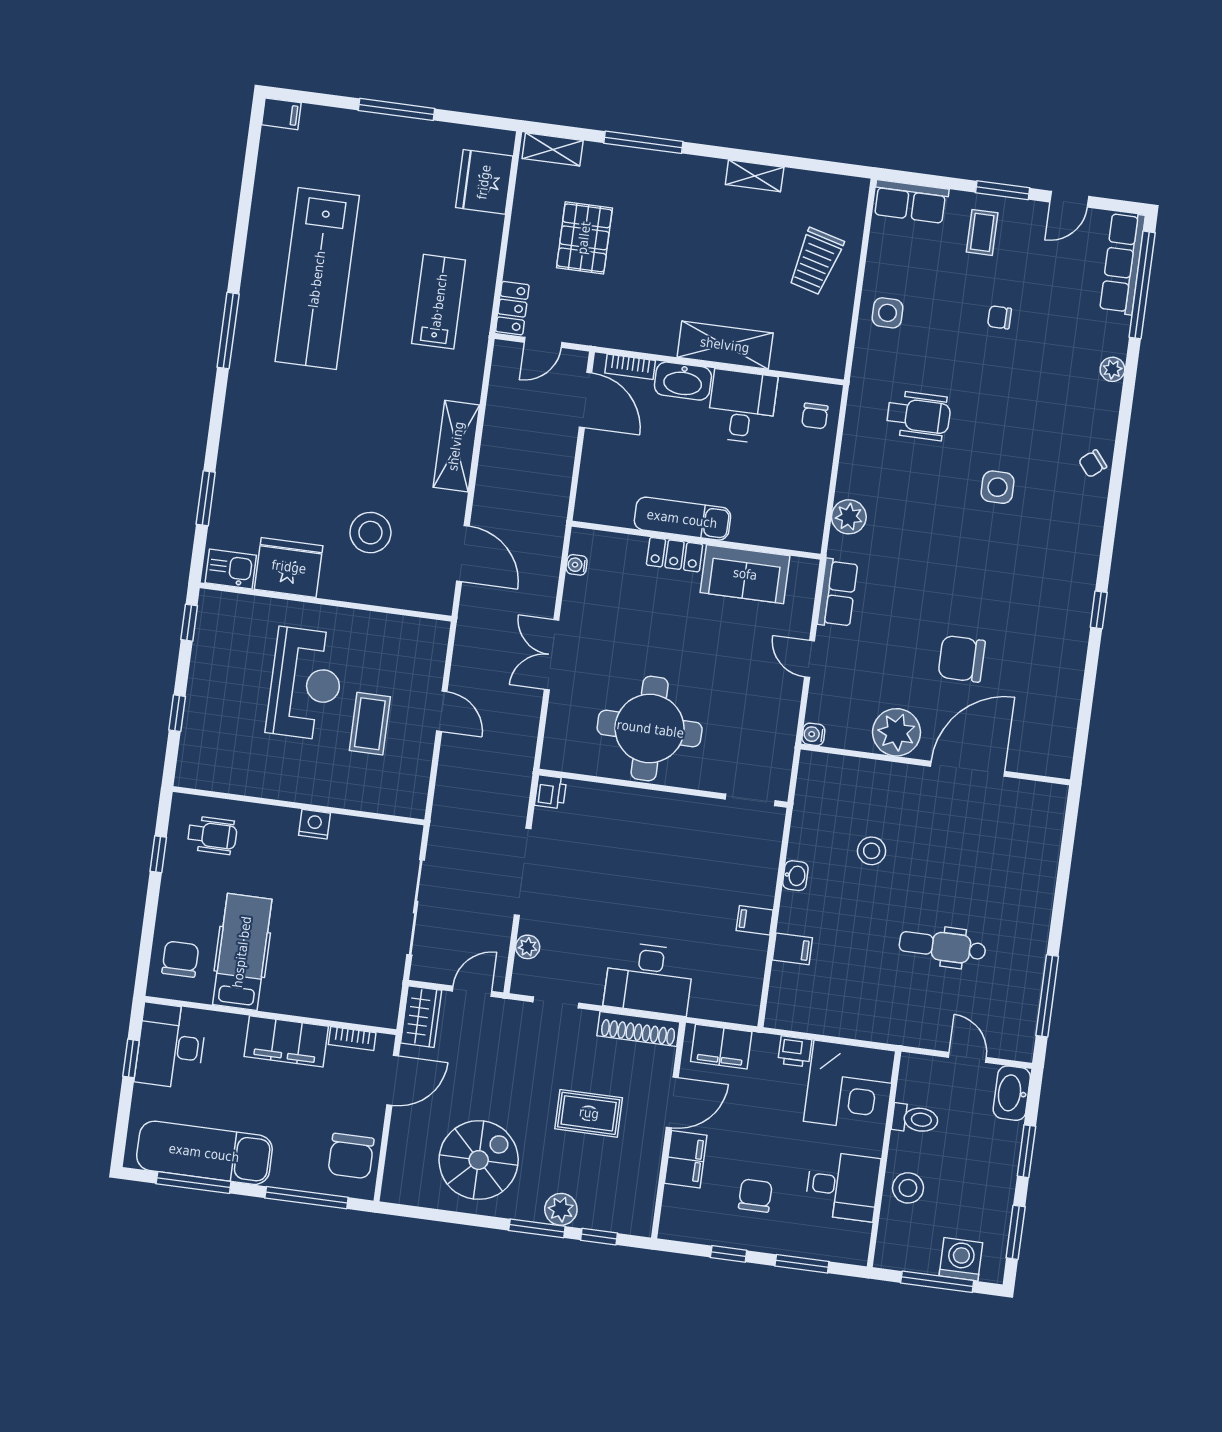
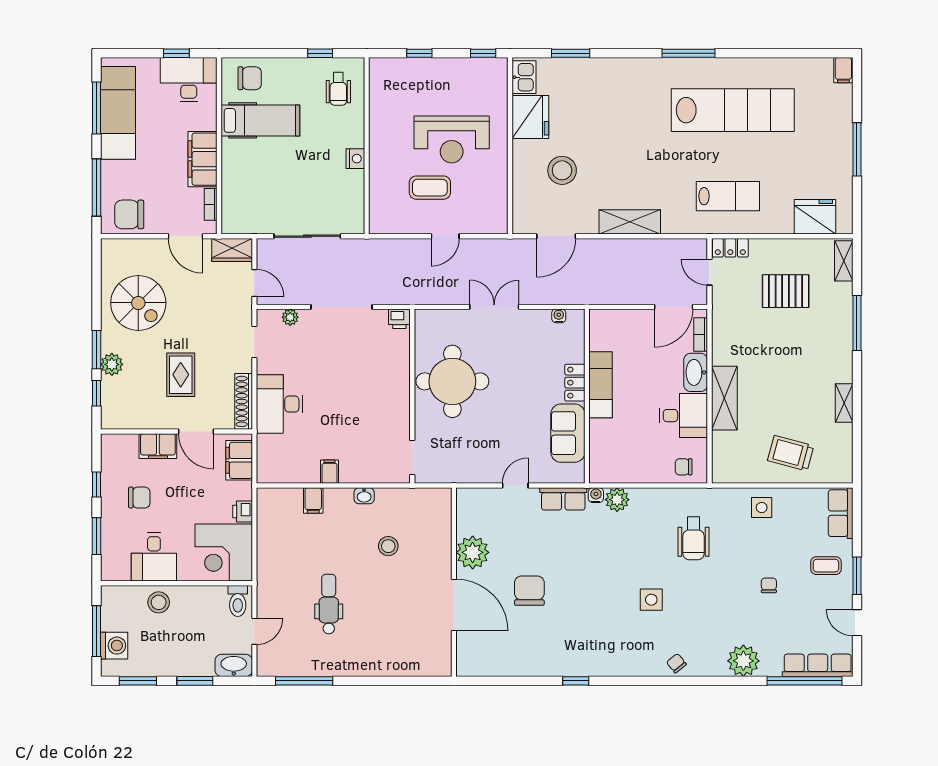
lab bench: (317, 279) -> (733, 110), turned 180
plant: (1112, 369) -> (743, 661), width x1.87, depth x1.87
water cooler: (813, 734) -> (596, 495), moved
toilet: (915, 1119) -> (238, 601), moved

